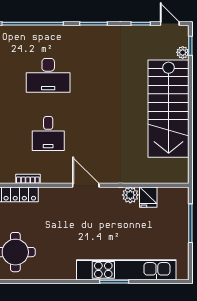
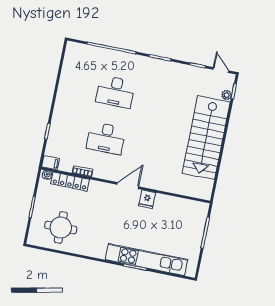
desk: (48, 134) -> (106, 138), width x1.37
door: (86, 185) -> (128, 186), hinge flipped
plant: (130, 195) -> (162, 200), removed
fridge: (148, 197) -> (147, 199), moved

